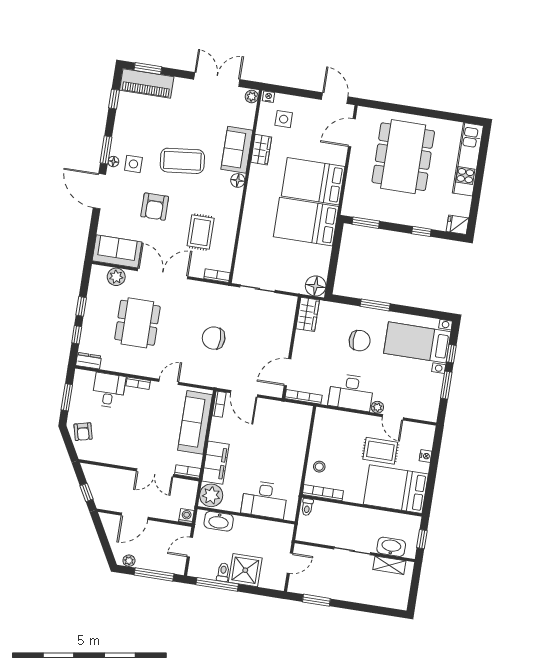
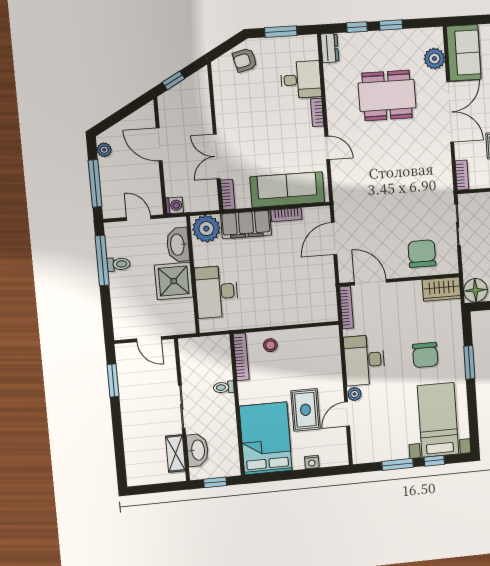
chair: (214, 338) -> (422, 254), moved
bookcase: (219, 404) -> (286, 215), moved
toilet: (307, 507) -> (224, 387), moved
shower: (245, 570) -> (174, 281), moved

